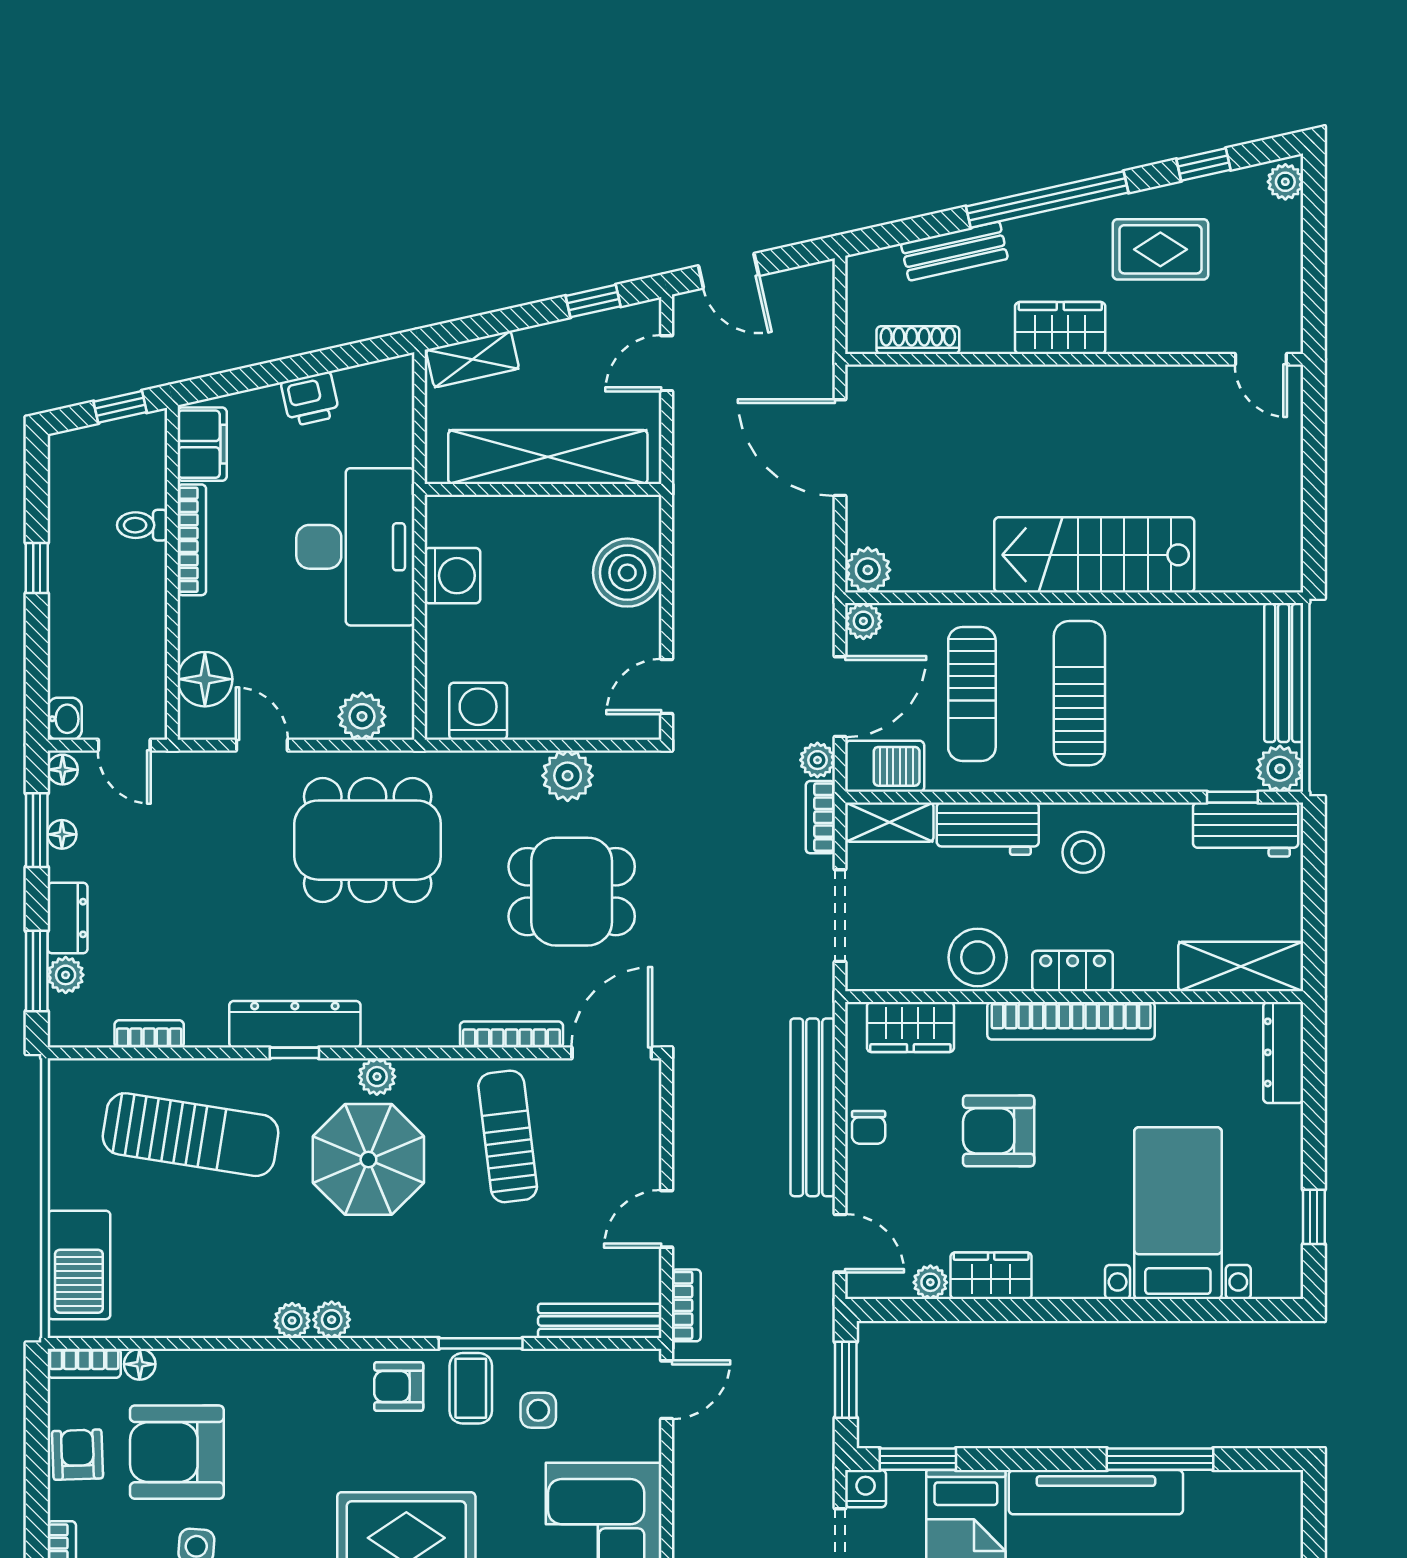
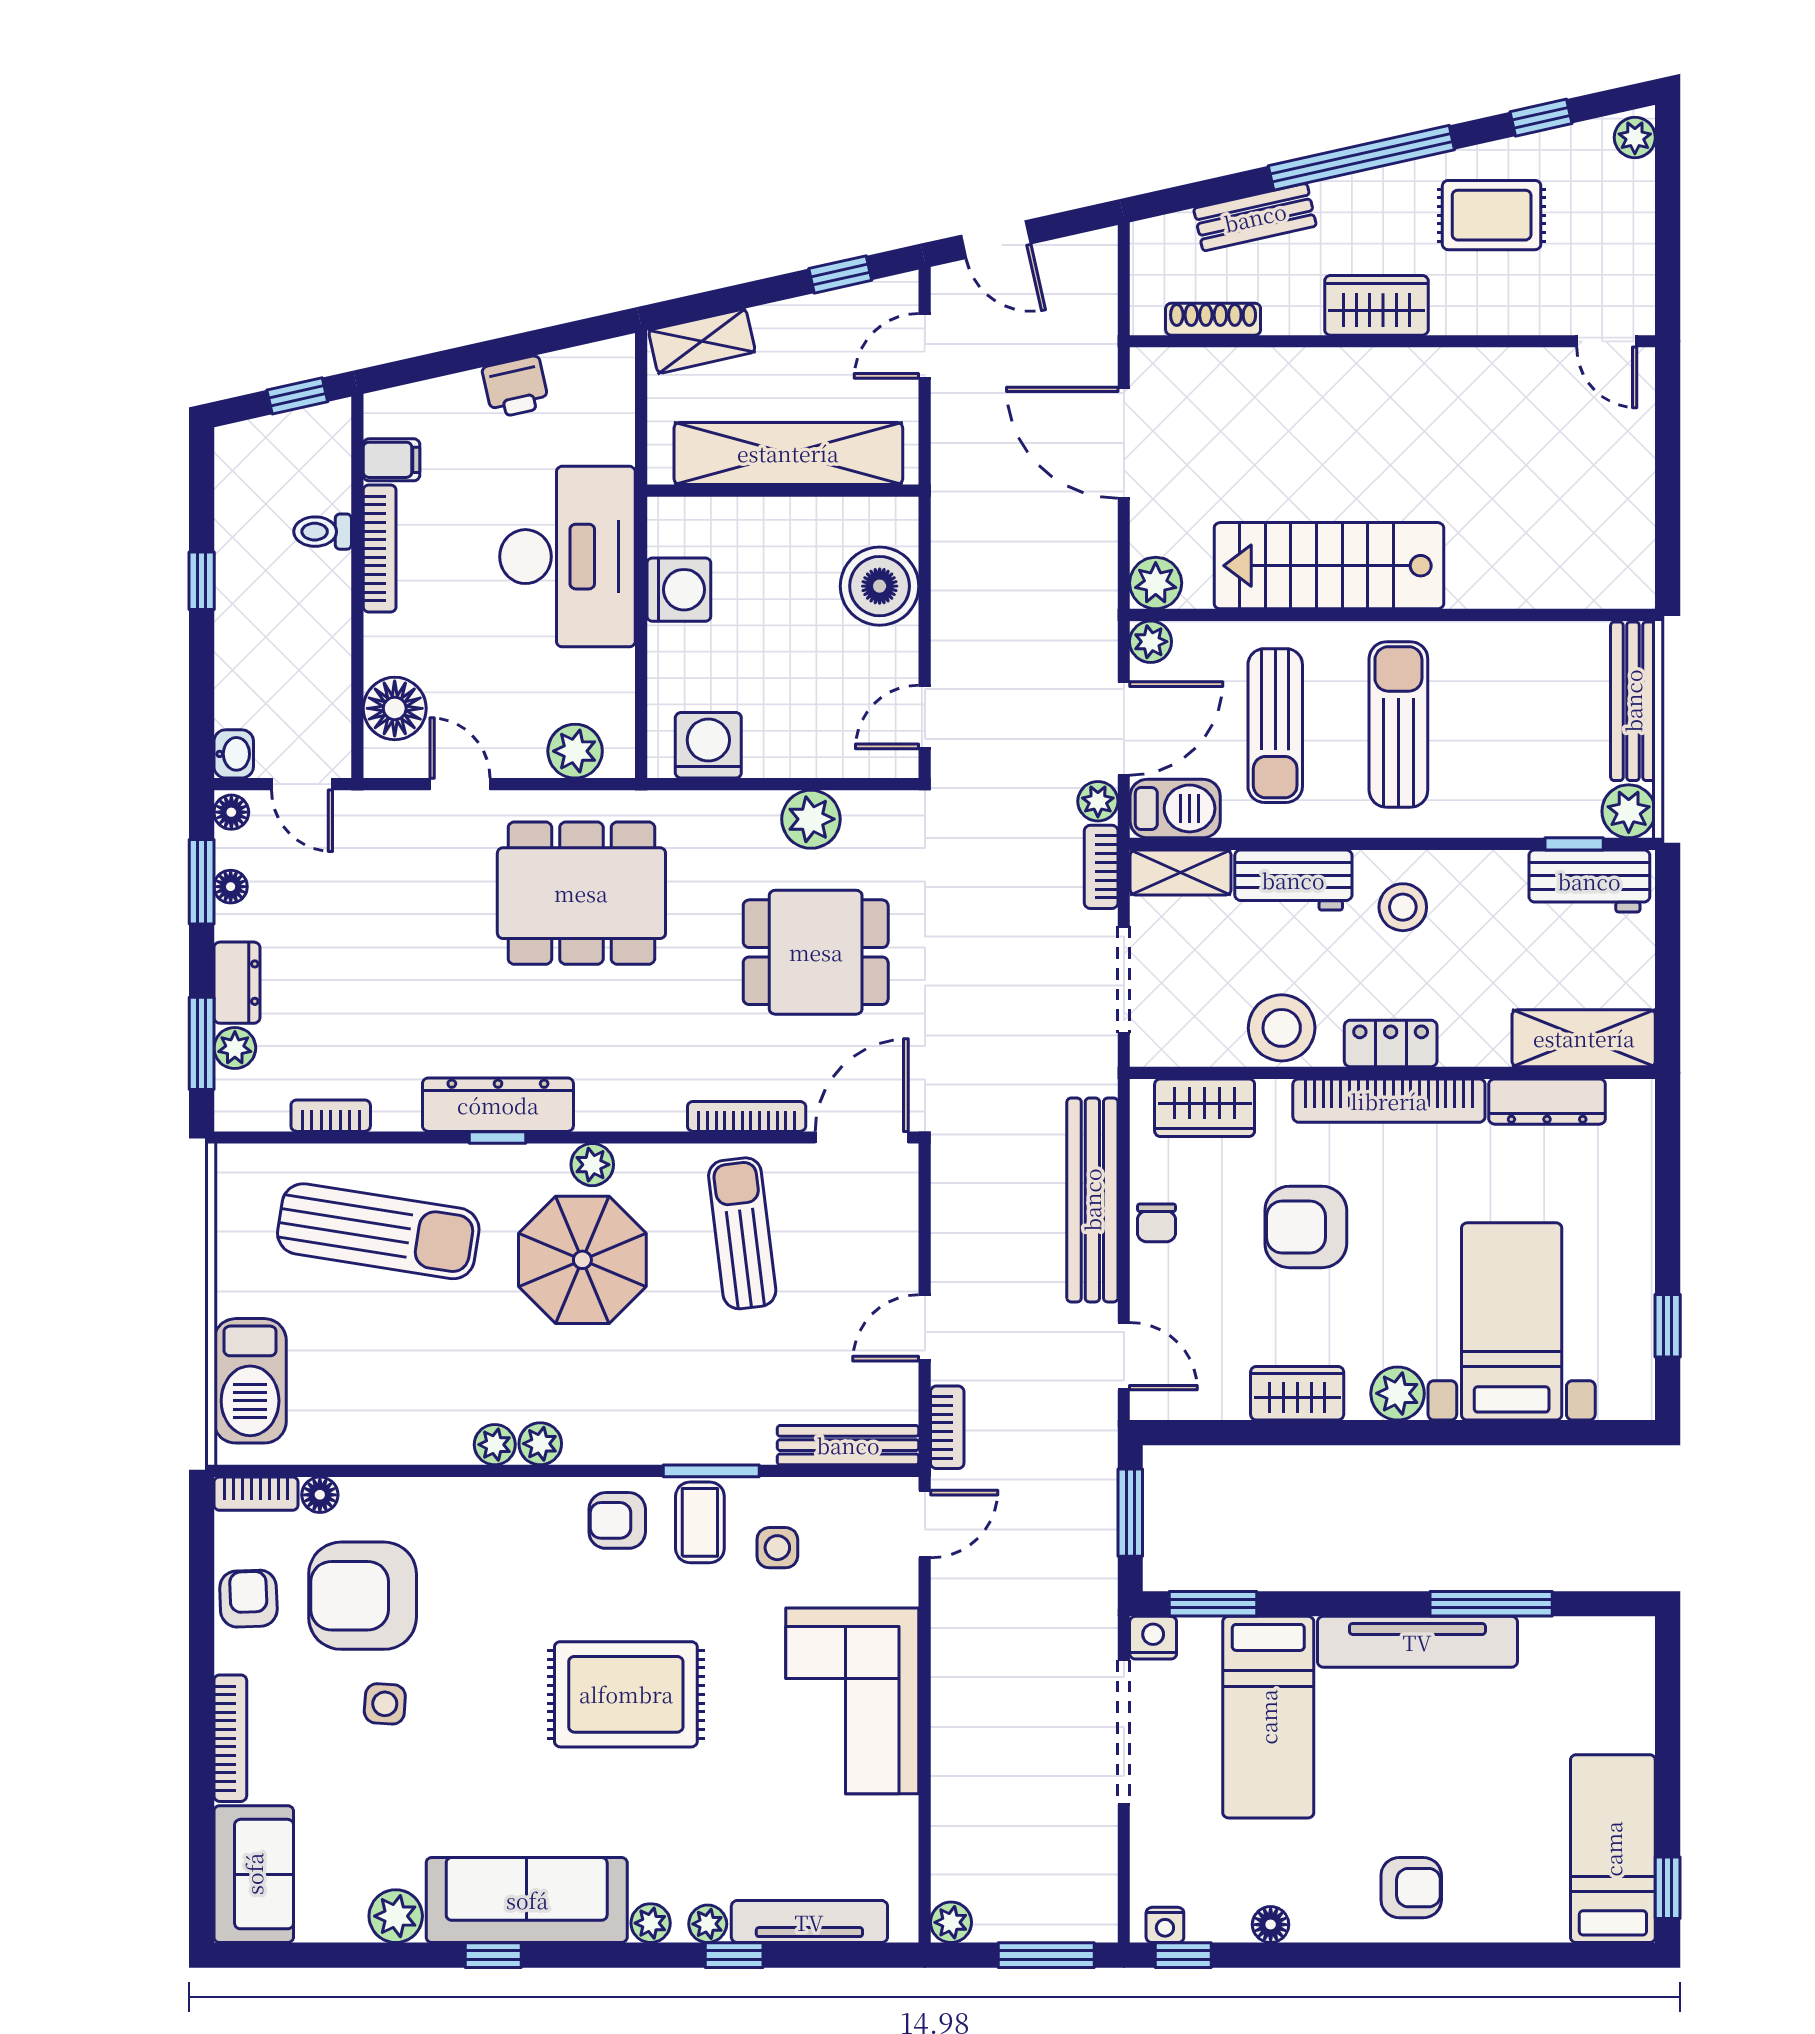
filing cabinet: (202, 444) -> (391, 460), width x0.50
stairs: (1094, 555) -> (1329, 566), moved
dresser: (1283, 1052) -> (1547, 1102), moved, turned -90
plant: (930, 1282) -> (1398, 1393), moved, width x1.38, depth x1.38

